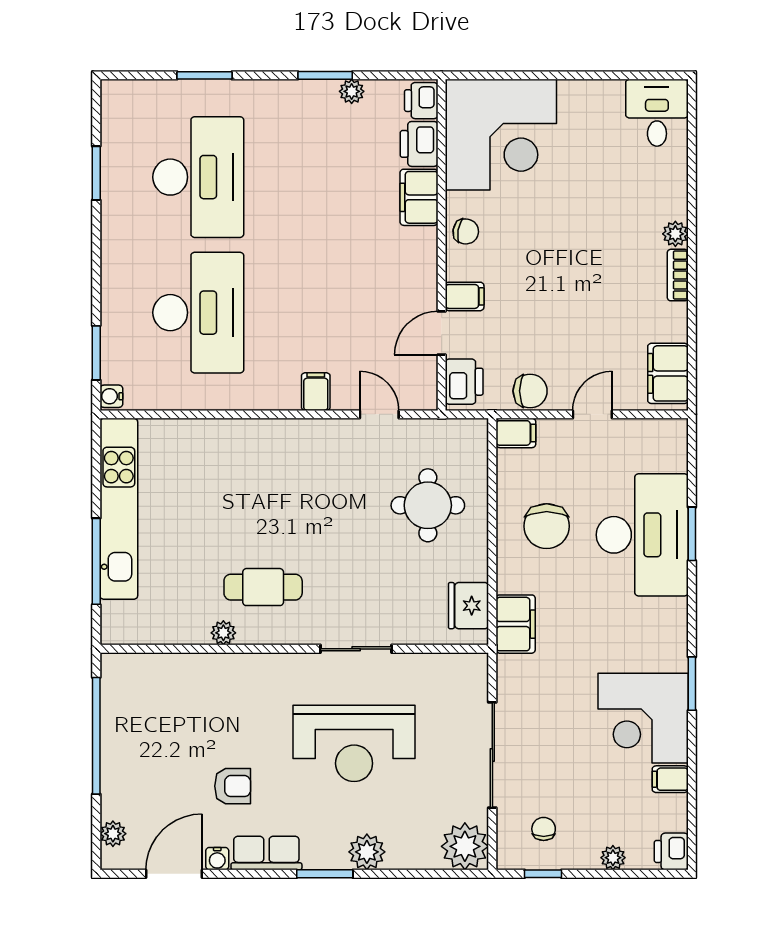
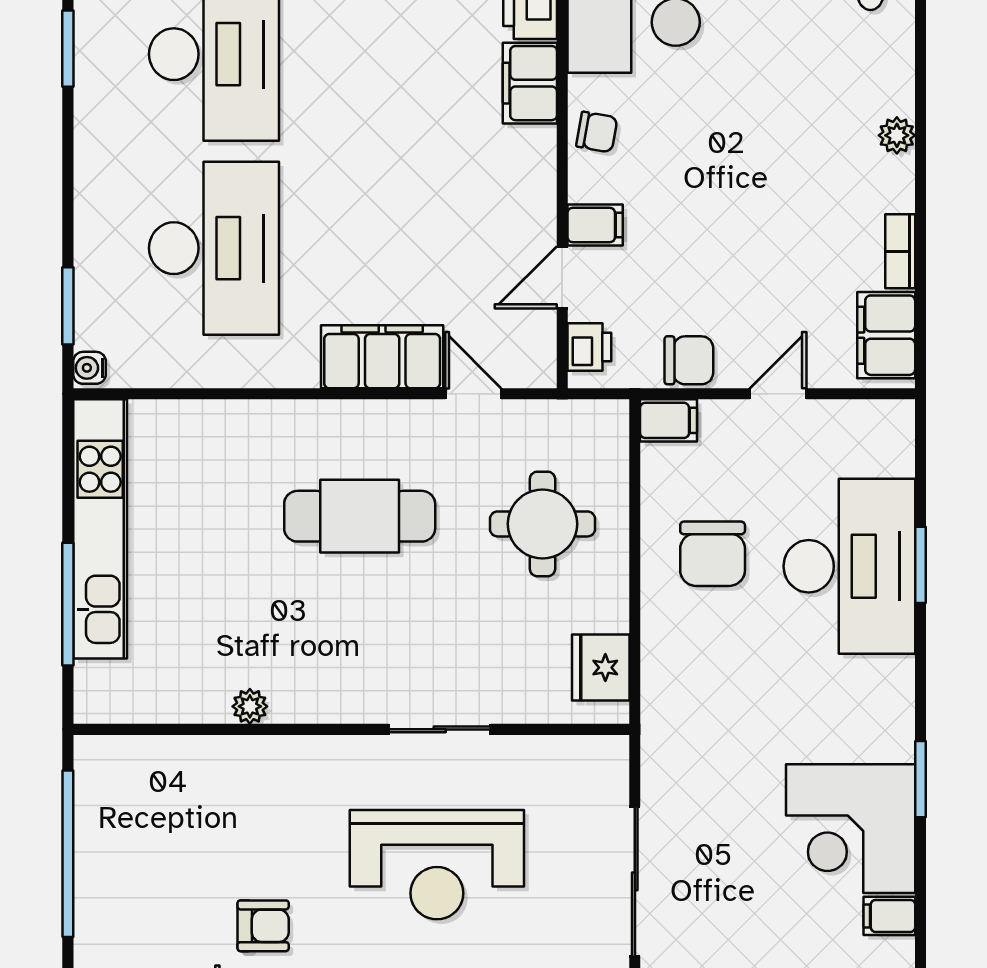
bookcase: (678, 275) -> (900, 251), moved
printer: (464, 382) -> (589, 347), width x0.73, depth x0.81
filing cabinet: (316, 392) -> (382, 357), width x3.00, depth x1.17
cafe table: (263, 587) -> (360, 516), moved, width x1.37, depth x1.35
filing cabinet: (516, 624) -> (668, 694), removed

